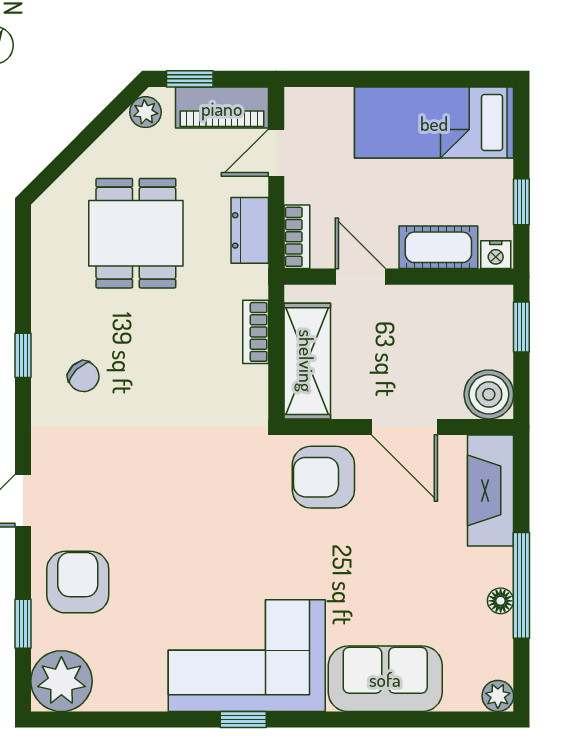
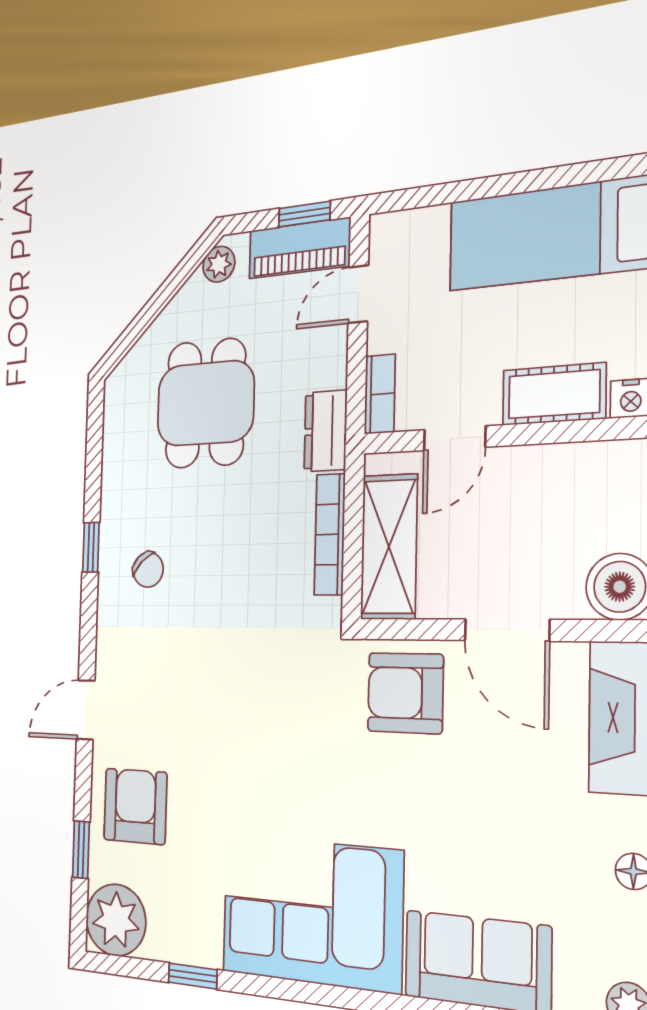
window: (190, 79) -> (304, 214), moved
dresser: (250, 230) -> (325, 431), moved
door: (360, 277) -> (455, 438), swing flipped
bookcase: (256, 332) -> (330, 534), width x1.56
window: (243, 720) -> (193, 976), moved

